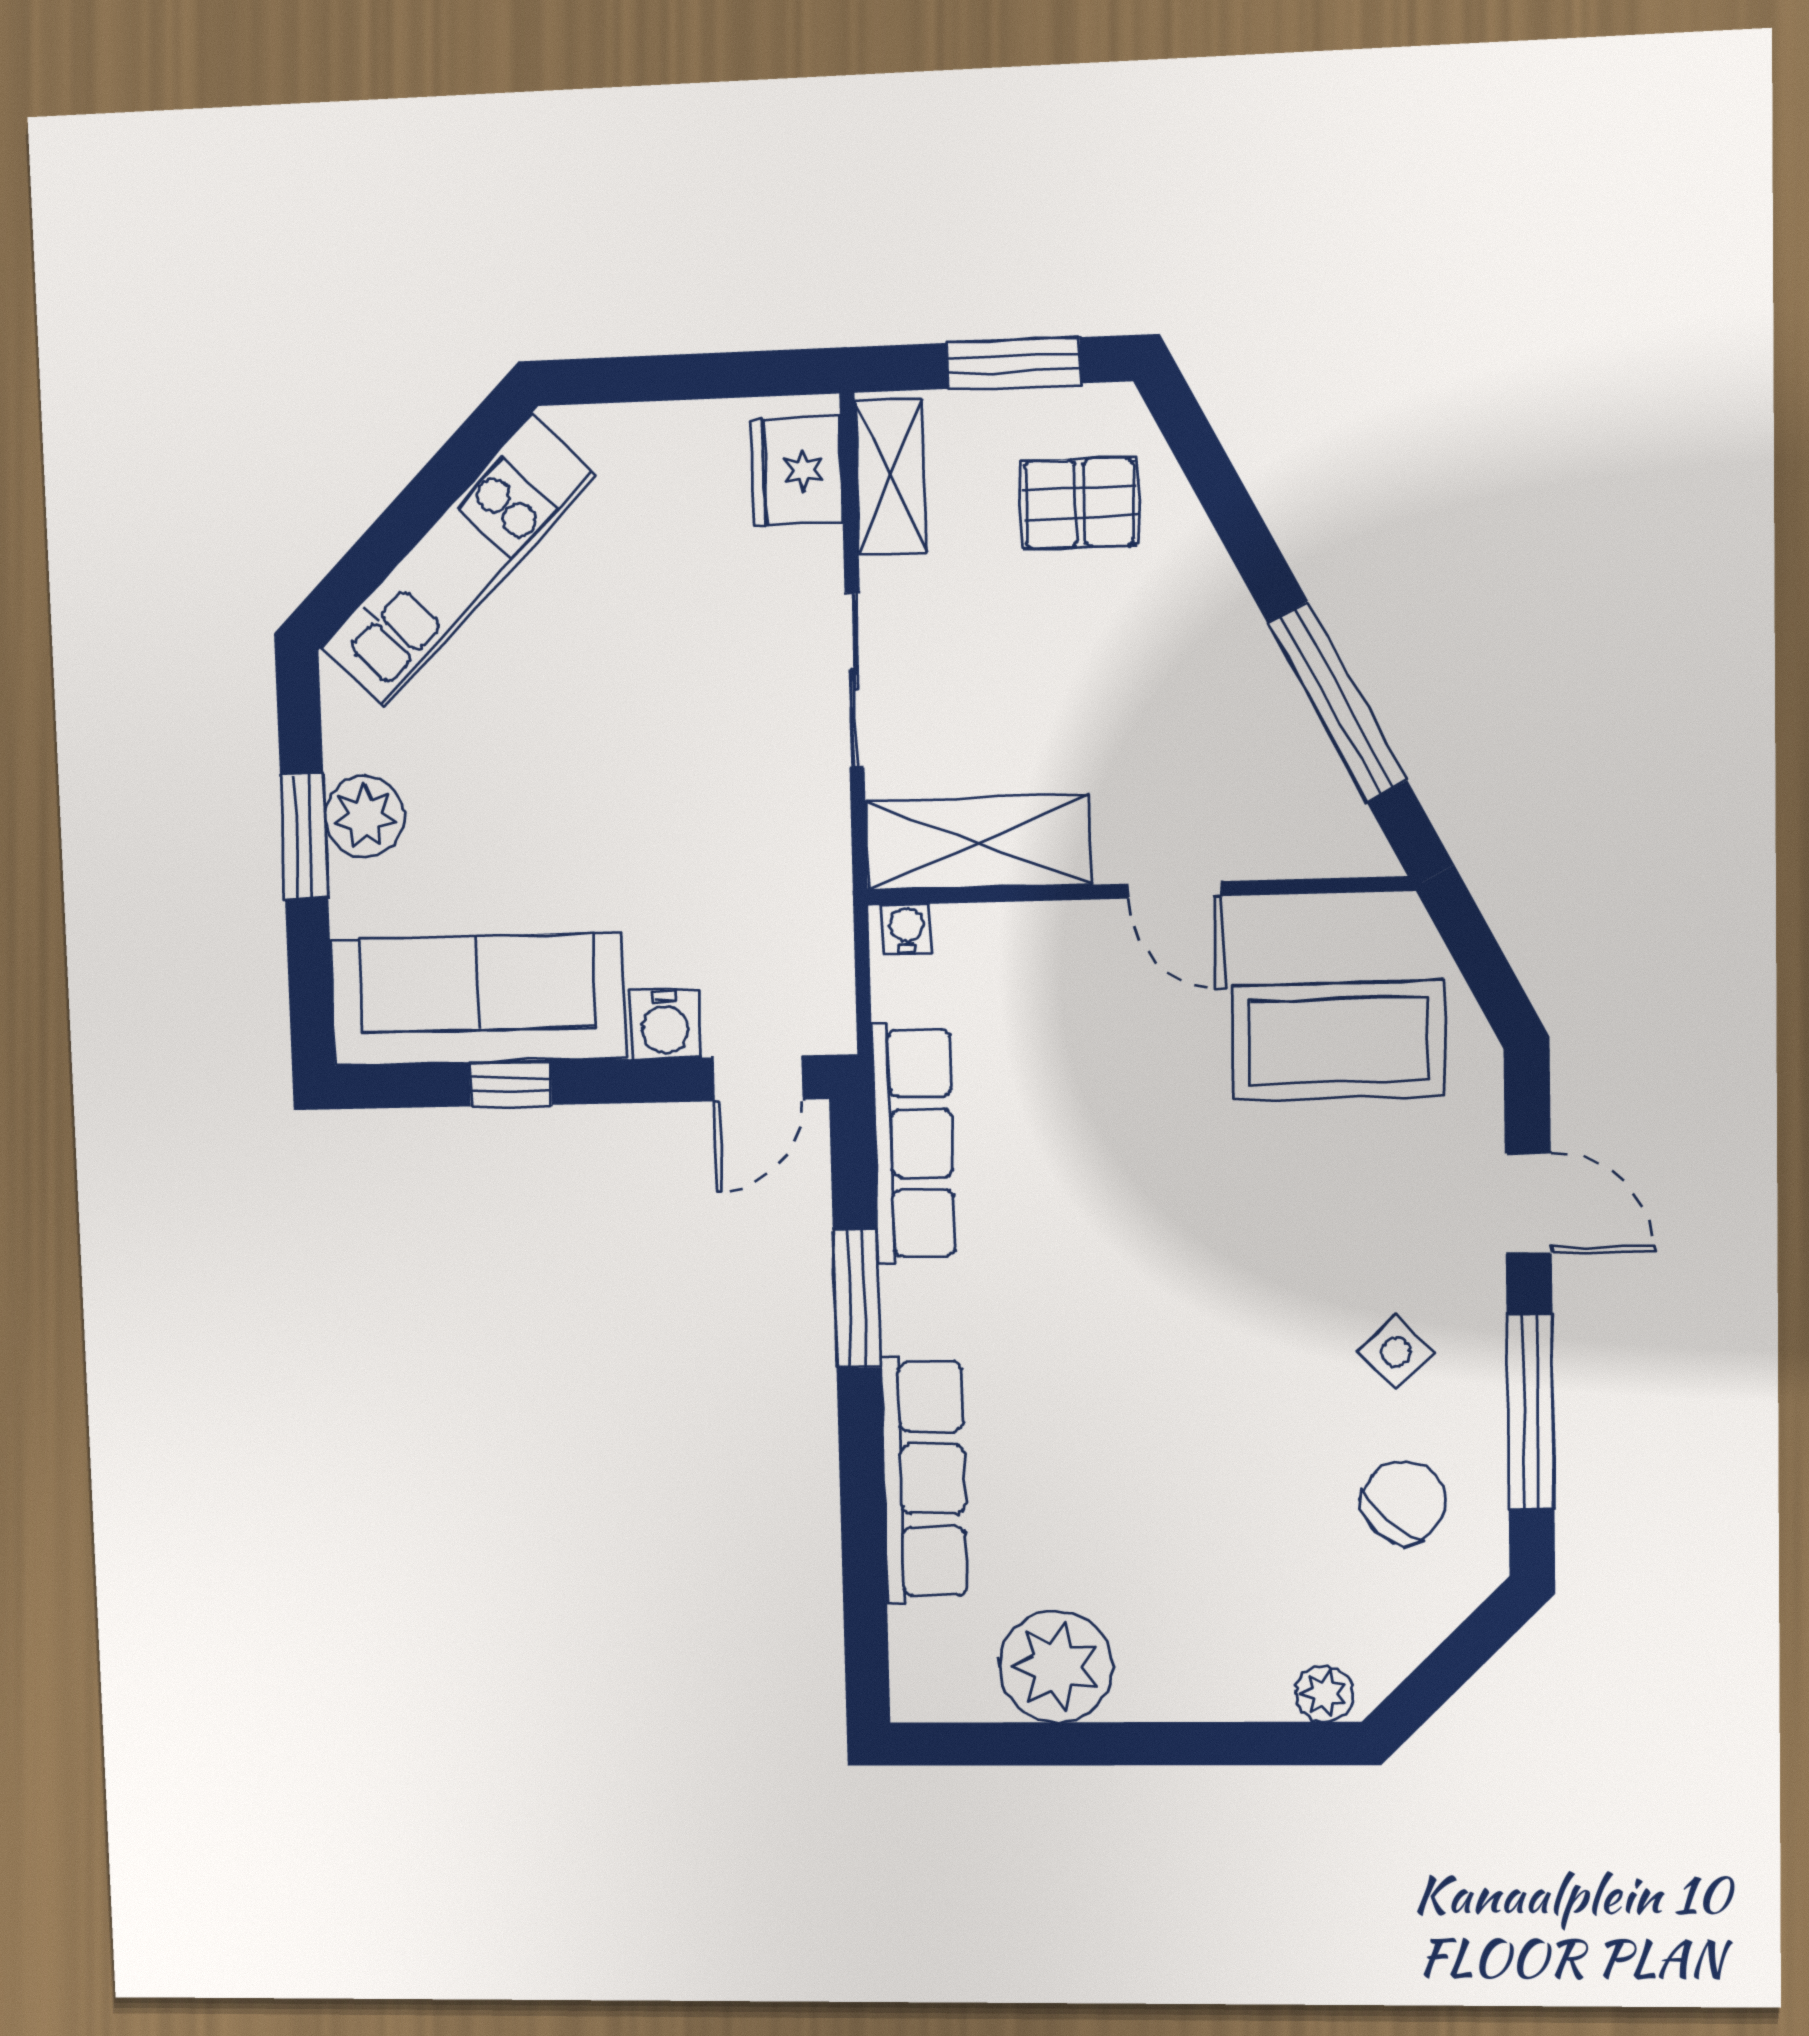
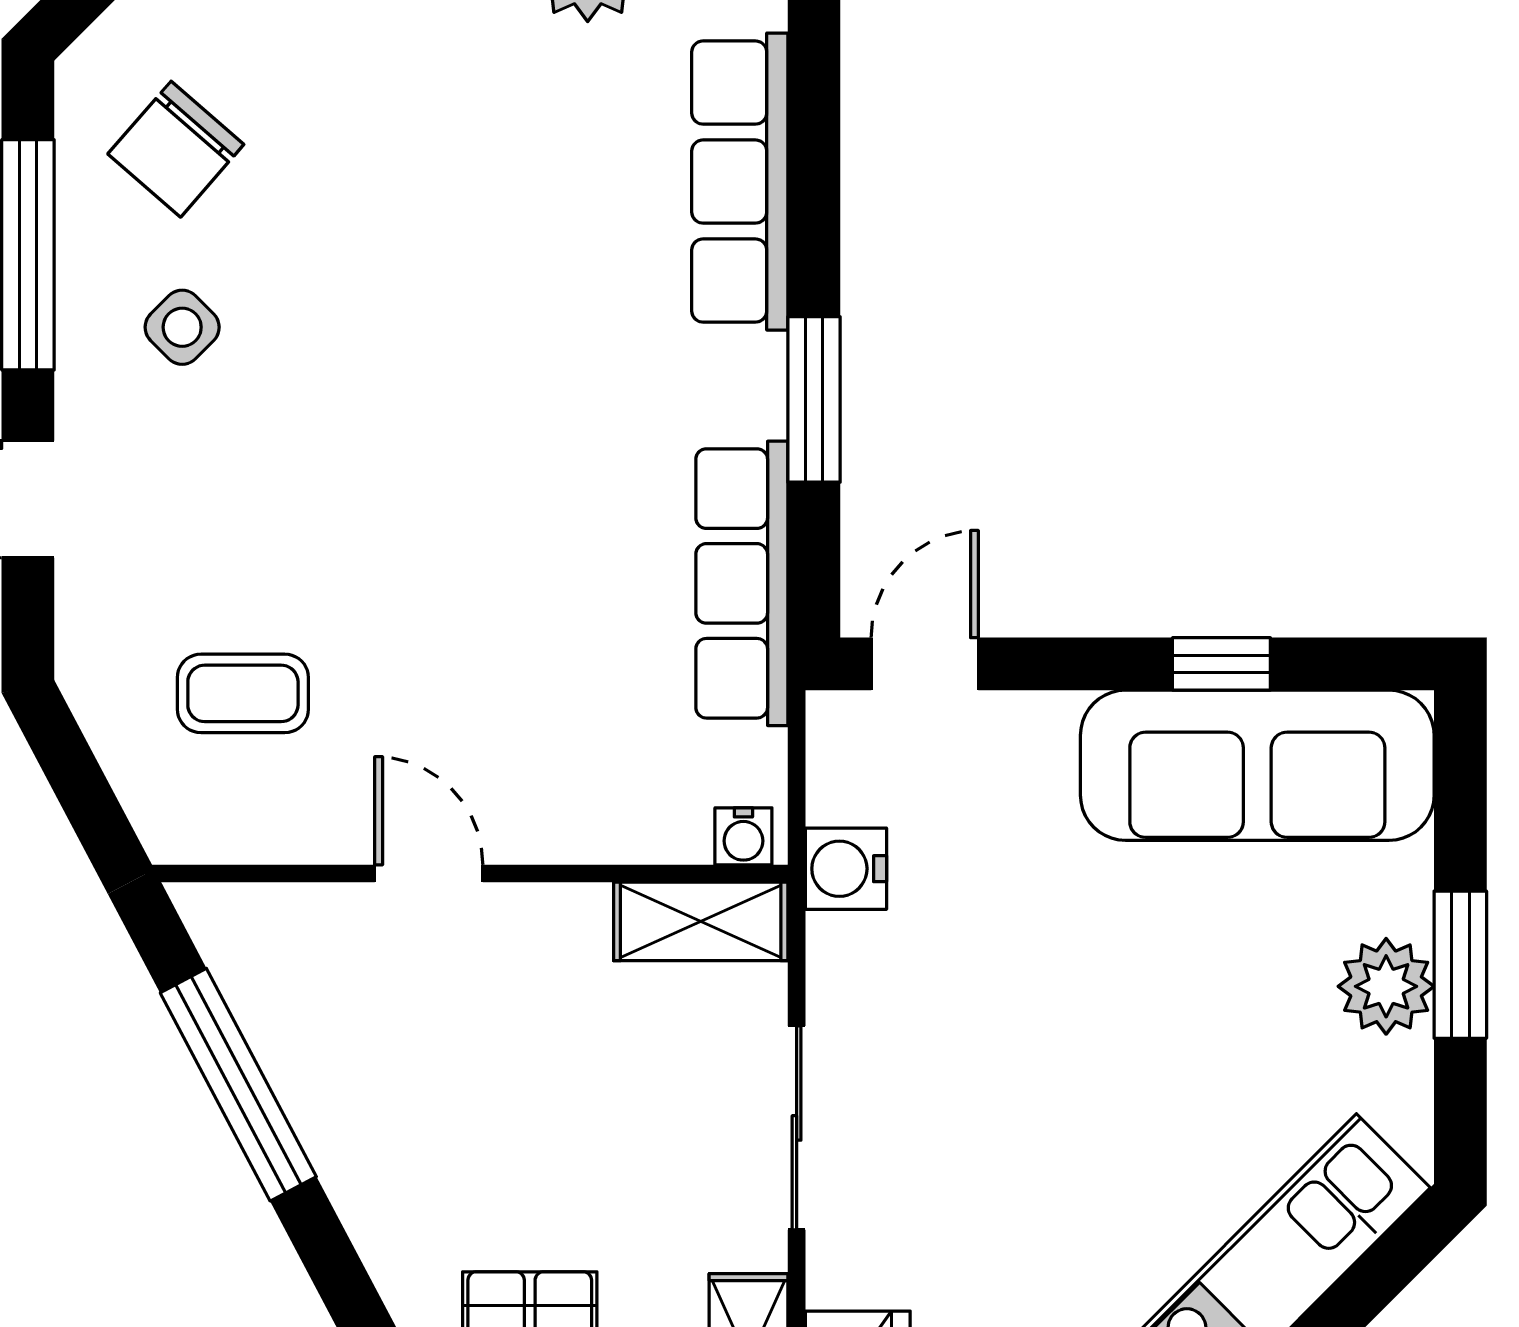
shelving: (978, 843) -> (701, 921), width x0.67, depth x0.75
water cooler: (665, 1024) -> (846, 869), moved, turned -90
coffee table: (1339, 1041) -> (243, 693), width x0.54, depth x0.58

